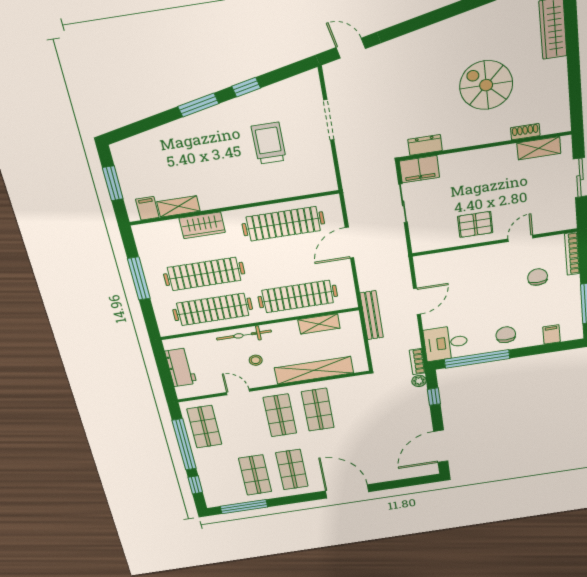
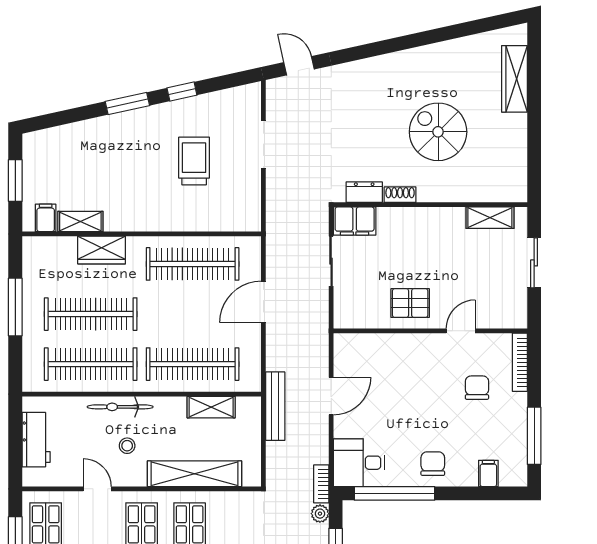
shoe rack: (525, 132) -> (400, 195), moved

